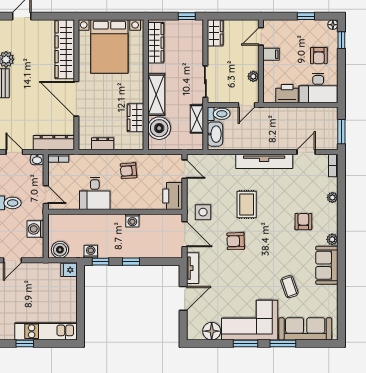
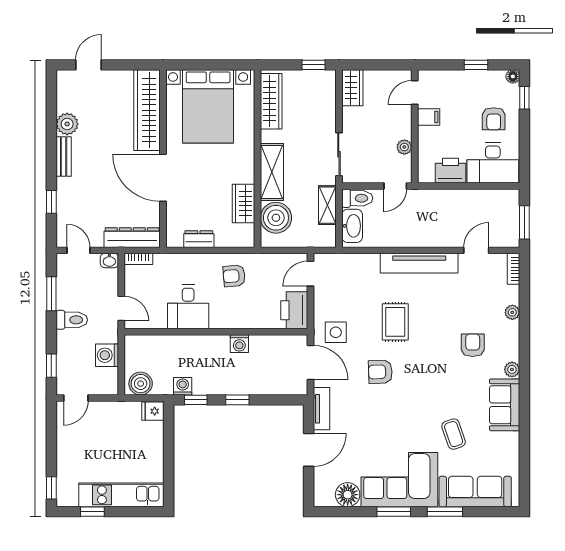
door: (185, 169) -> (311, 274), swing flipped

